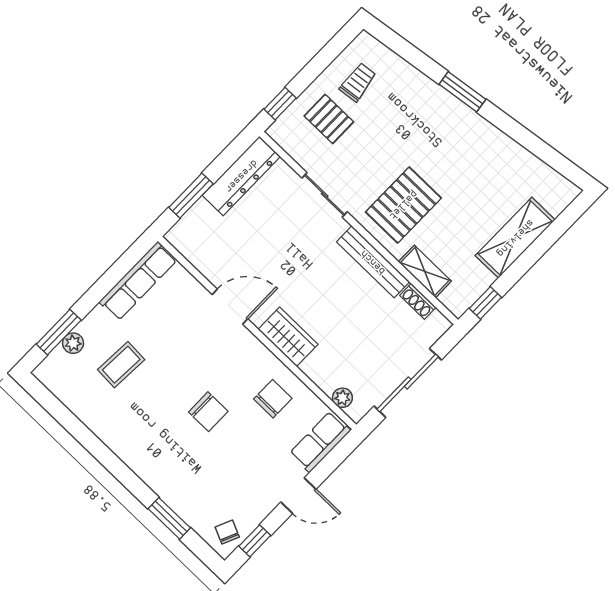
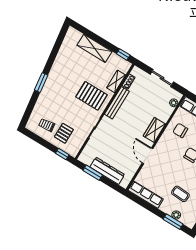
dresser: (241, 176) -> (107, 171), moved
window: (191, 196) -> (93, 173), moved
sliding door: (408, 383) -> (162, 78), width x0.73

